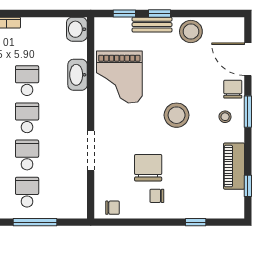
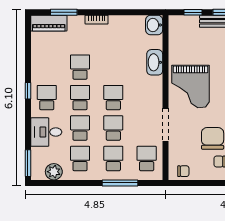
grand piano: (119, 77) -> (191, 87), moved
school desk: (27, 81) -> (147, 159), moved

